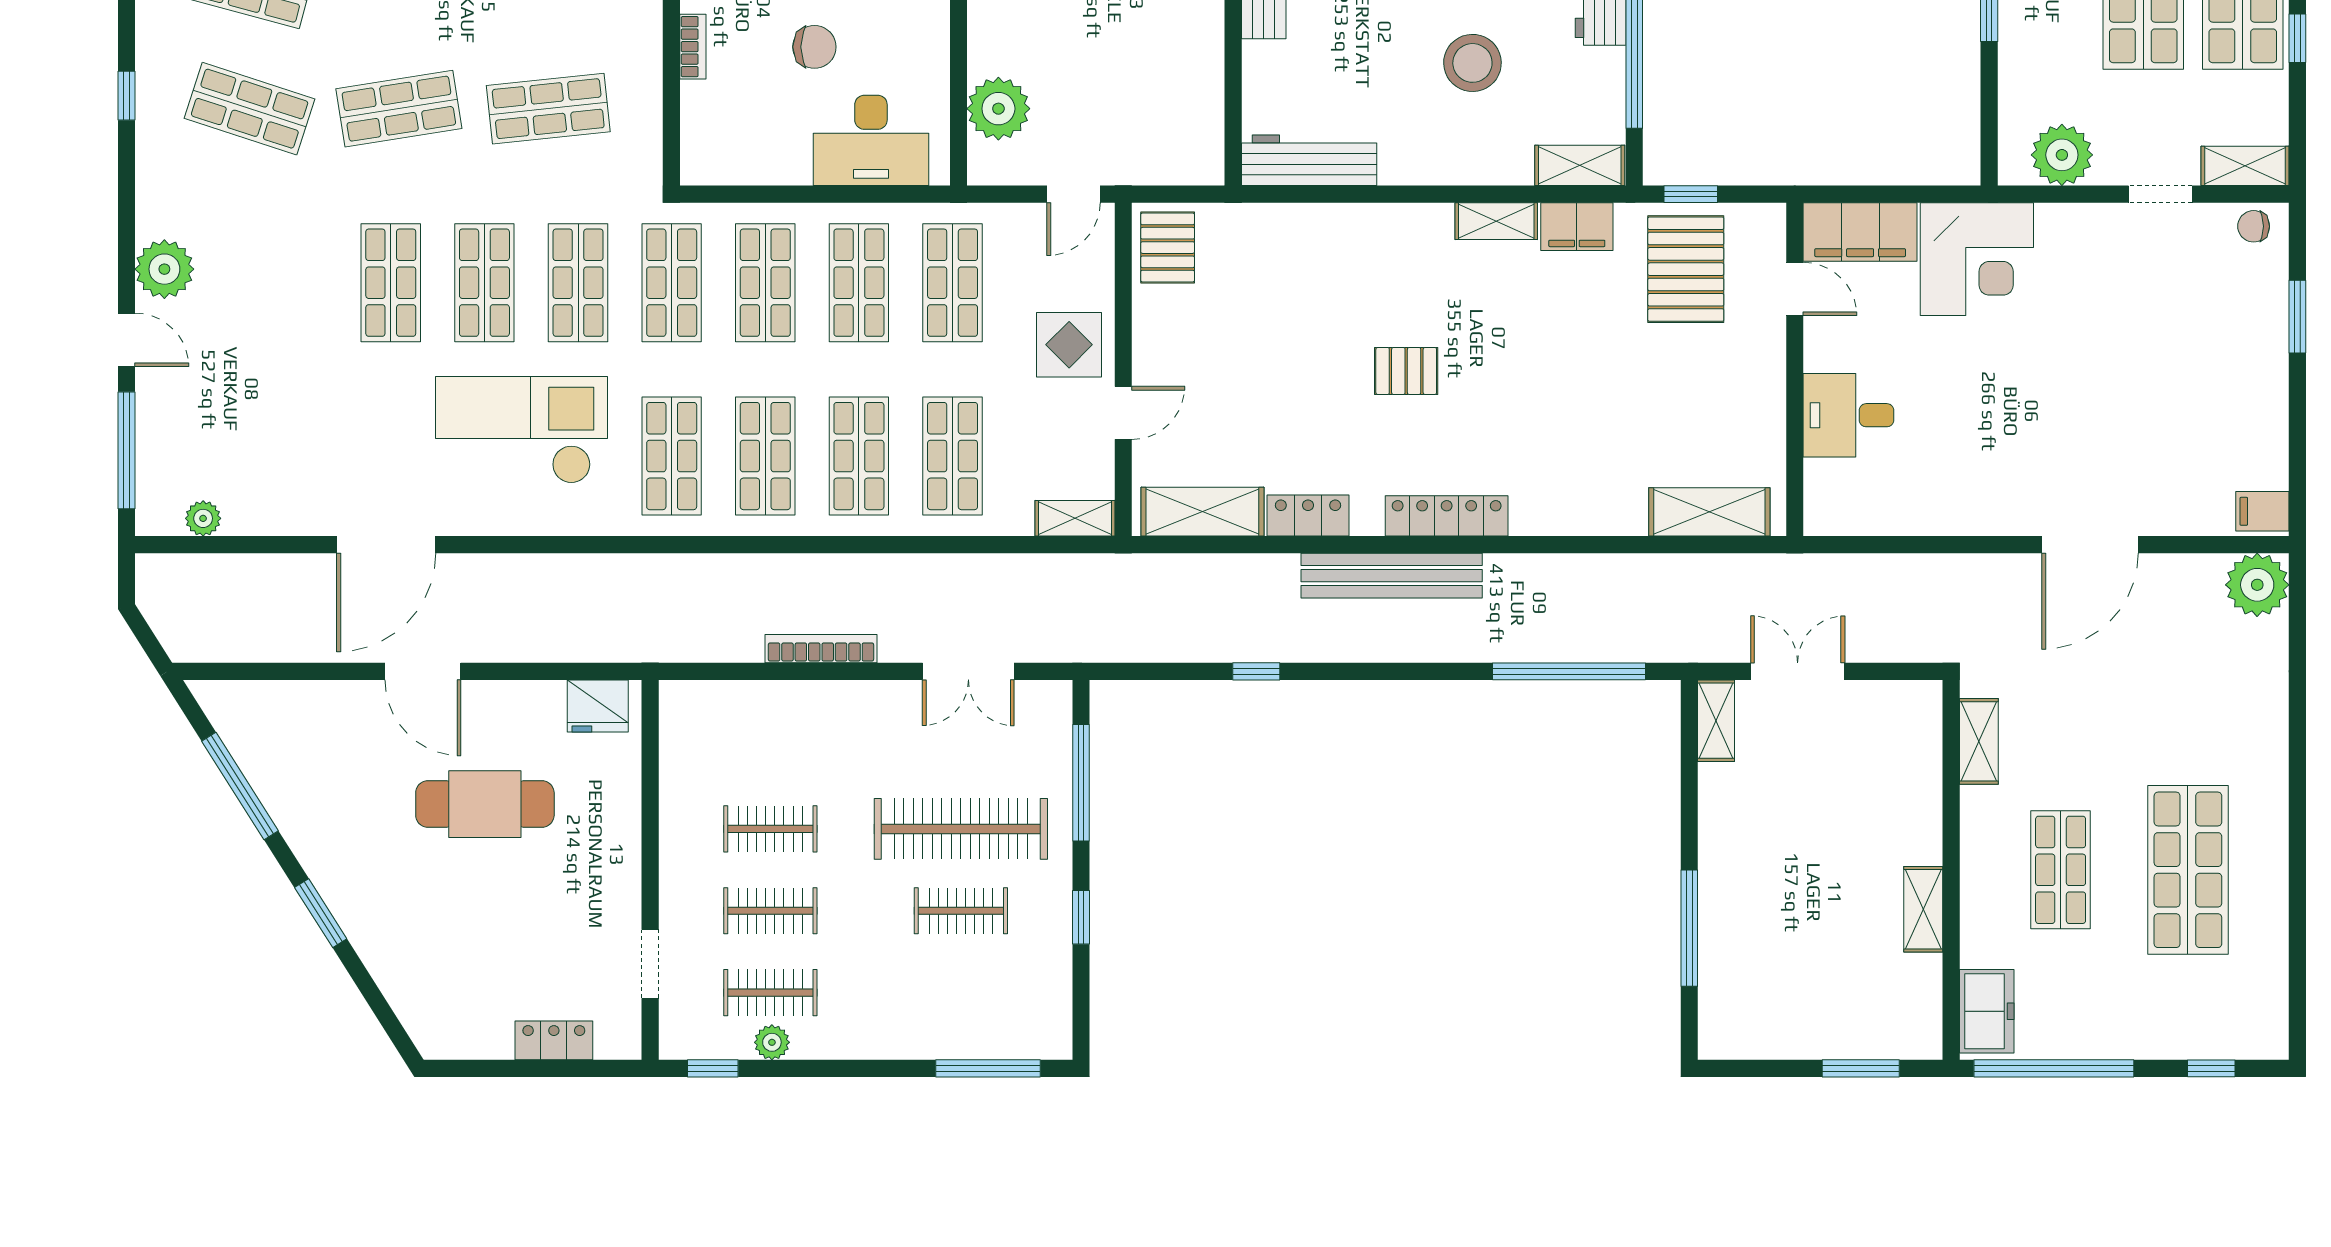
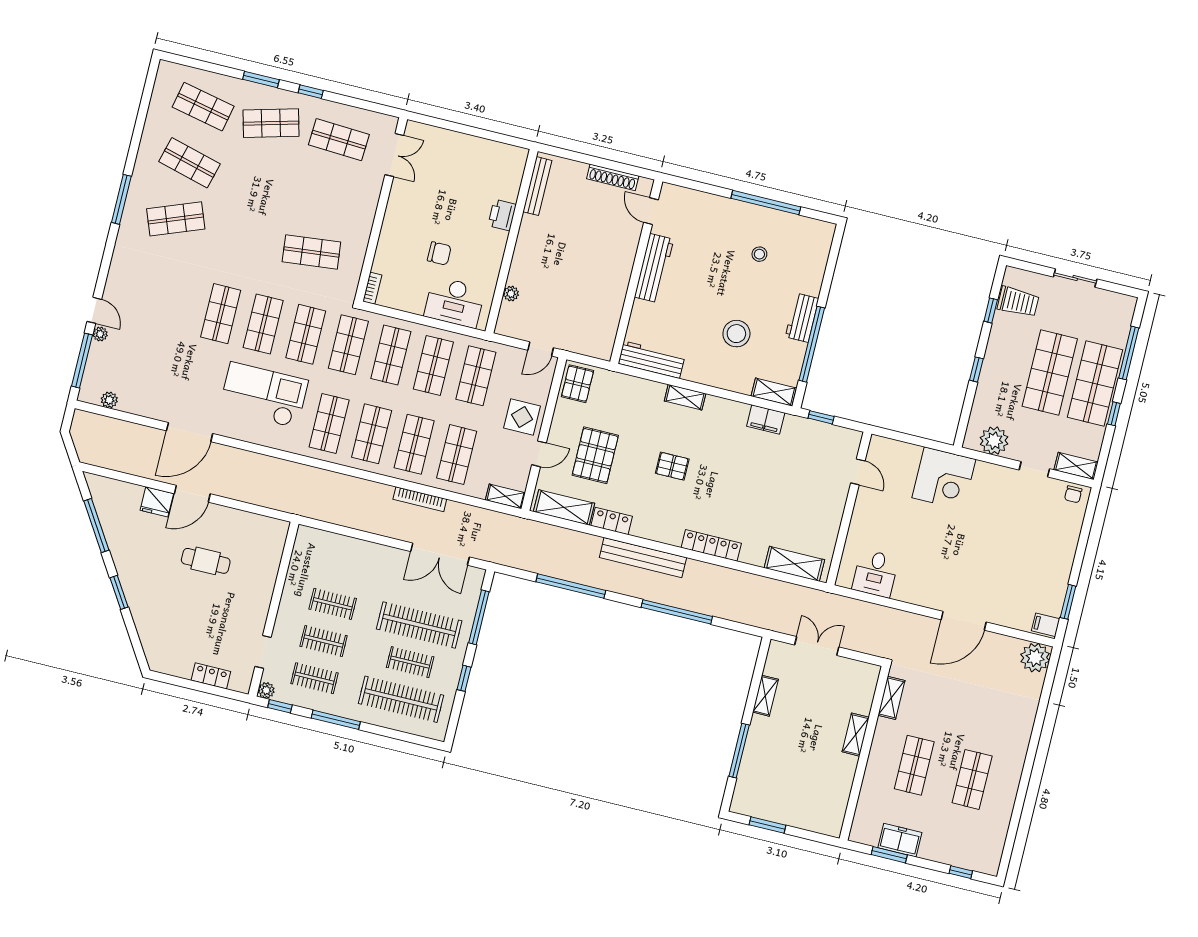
bookcase: (693, 47) -> (372, 288), moved
window: (126, 96) -> (121, 199), width x2.17
shop shelf: (250, 109) -> (176, 219), turned -39
shop shelf: (399, 109) -> (244, 235), removed
plant: (998, 109) -> (511, 294), width x0.53, depth x0.53
shelving: (1496, 221) -> (685, 397), moved
chair: (2254, 226) -> (1073, 494), turned -90
filing cabinet: (1860, 232) -> (894, 453), removed
plant: (164, 269) -> (100, 334), moved, width x0.53, depth x0.53
pallet: (1686, 269) -> (595, 455), moved
window: (2297, 317) -> (1068, 602), moved
desk: (1848, 415) -> (875, 573), moved, turned -90
locker: (1447, 516) -> (711, 545), moved
bookcase: (821, 649) -> (420, 499), moved, turned 180
door: (423, 671) -> (192, 494), hinge flipped
double door: (968, 671) -> (440, 554), width x1.37
window: (1256, 671) -> (571, 586), width x3.17
window: (1569, 671) -> (677, 612), moved
fridge: (598, 706) -> (157, 502), moved
shelving: (1716, 721) -> (765, 696), moved
cafe table: (485, 804) -> (206, 561), width x0.73, depth x0.74
shop shelf: (2188, 870) -> (972, 779), width x0.70, depth x0.74
shelving: (1923, 909) -> (856, 735), moved
clothes rail: (961, 993) -> (401, 699), added
freezer: (1987, 1011) -> (900, 840), moved, turned -90
plant: (772, 1042) -> (266, 690), moved
window: (988, 1068) -> (336, 720), moved
window: (1861, 1068) -> (767, 825), moved
window: (2054, 1068) -> (889, 855), width x0.47

